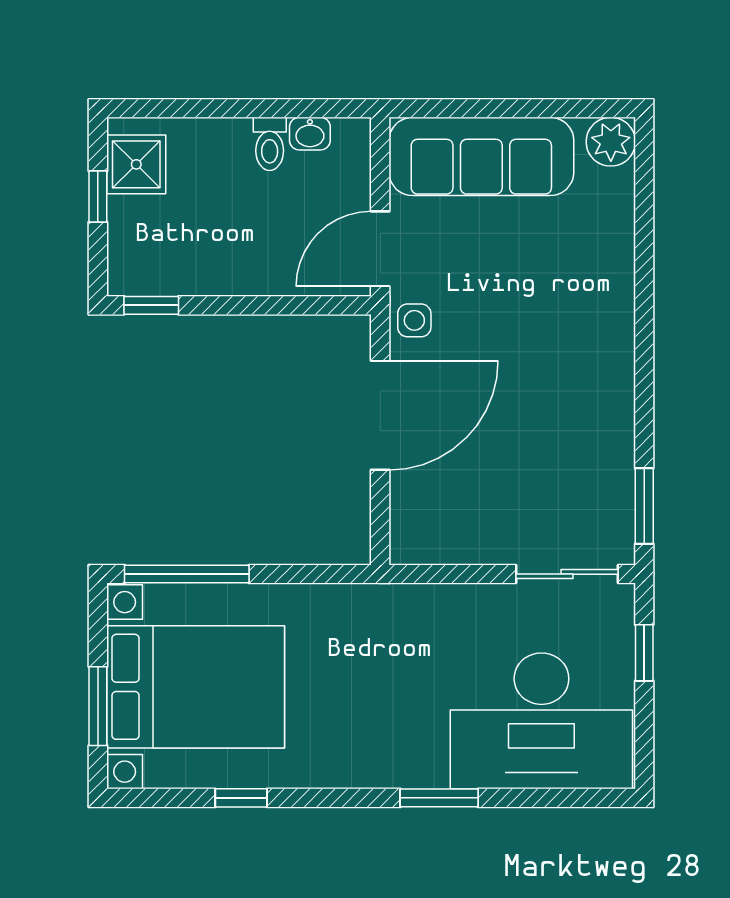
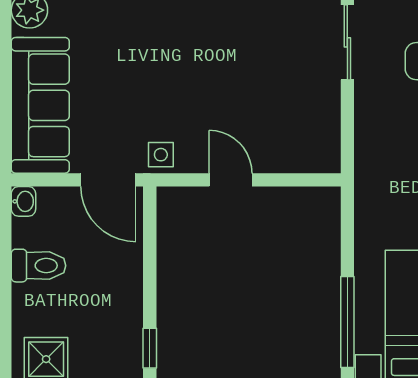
washbasin: (310, 134) -> (23, 201), moved
toilet: (270, 144) -> (39, 266), width x1.37, depth x1.39
door: (380, 415) -> (231, 180), width x0.53

